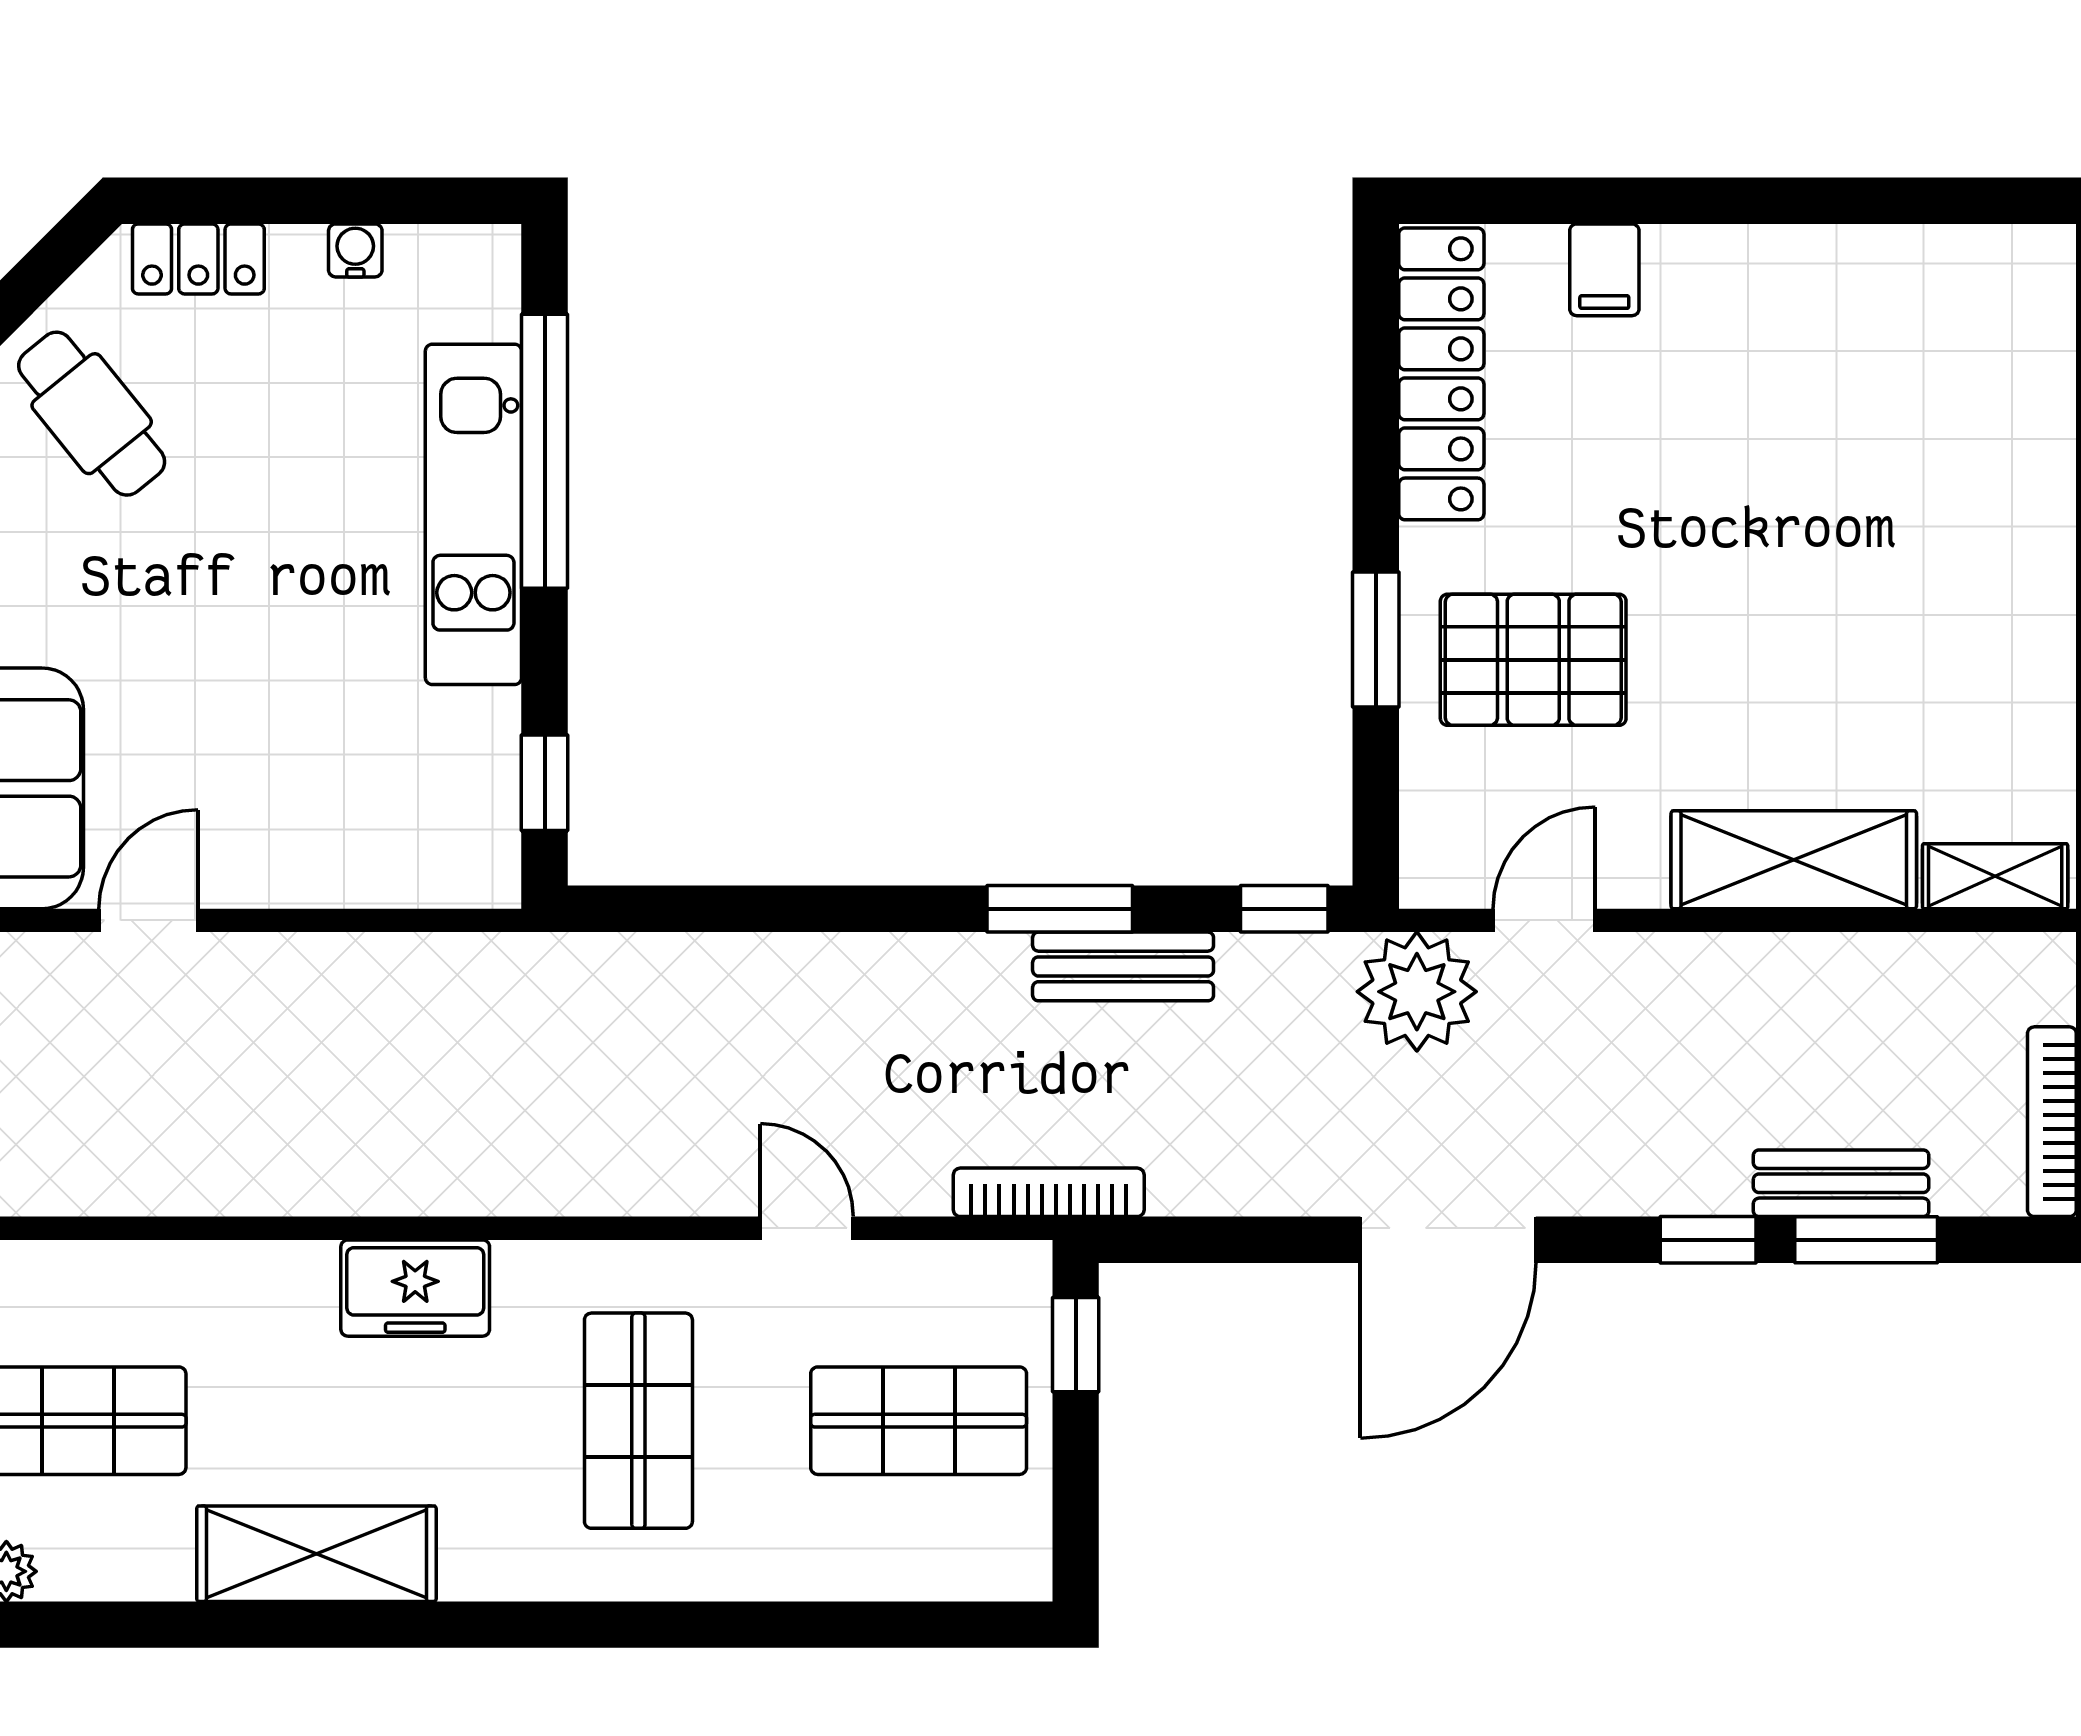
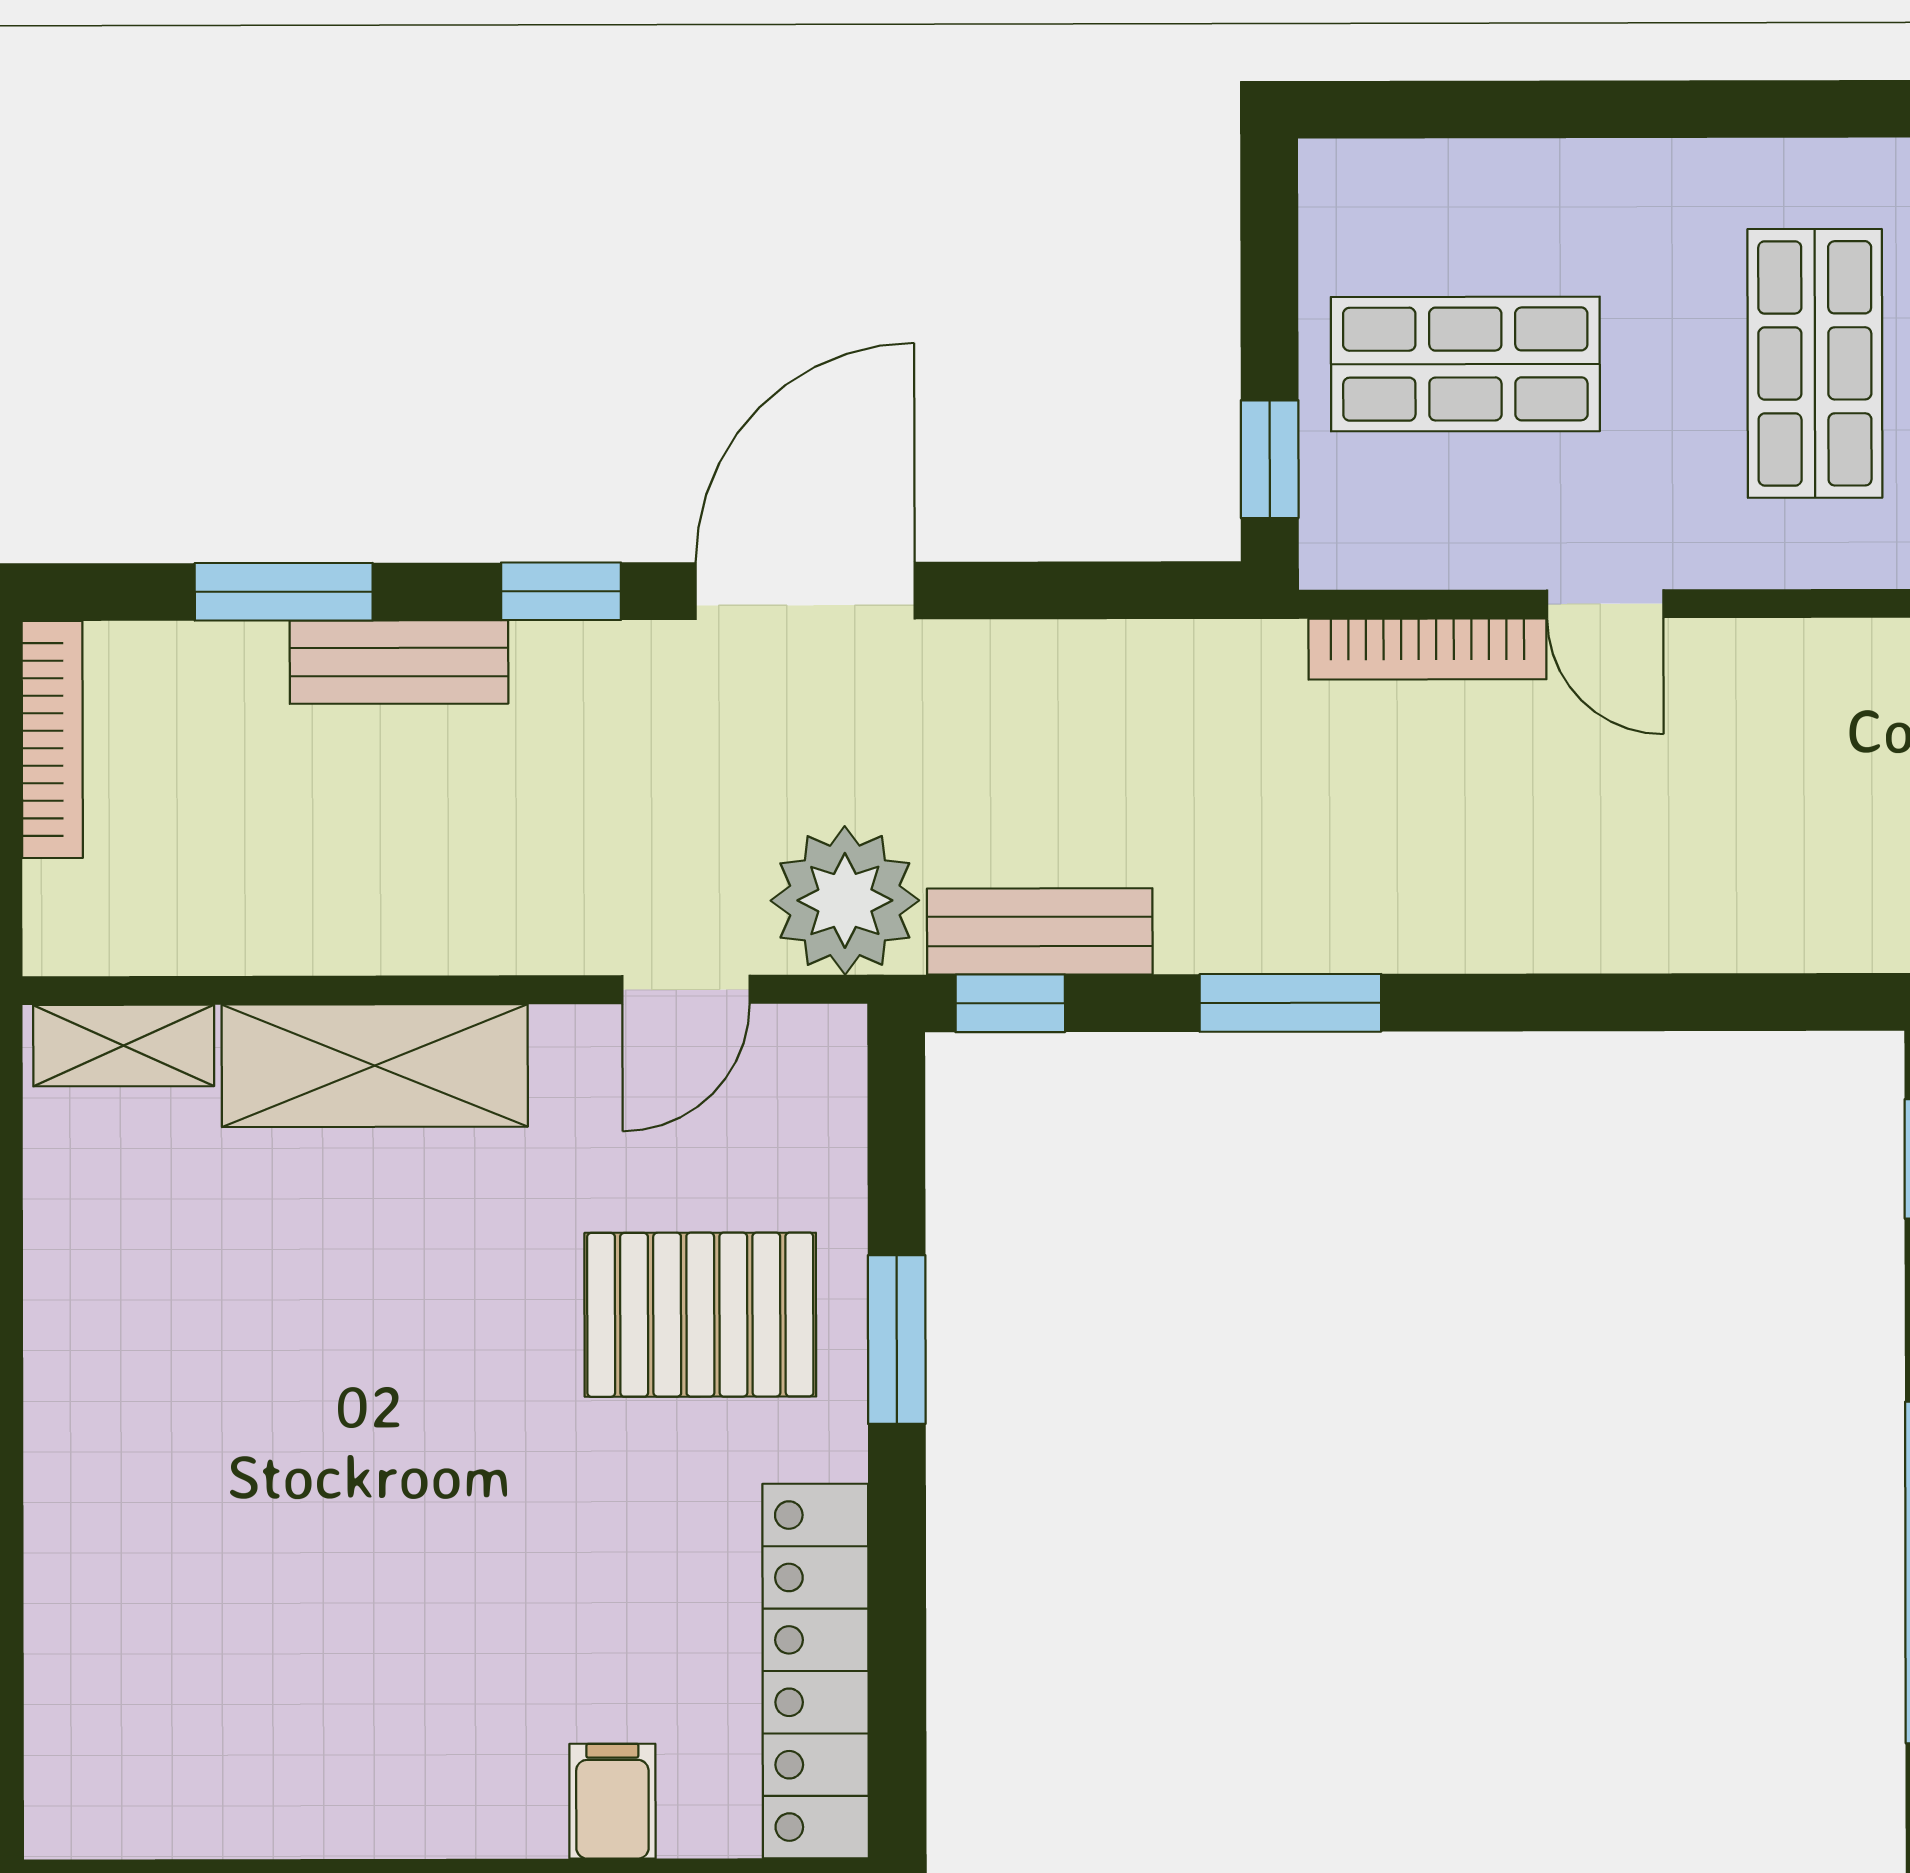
bench: (1123, 966) -> (1040, 931), moved
bench: (1841, 1183) -> (399, 662), moved
bookcase: (1049, 1192) -> (1427, 649), moved
window: (1708, 1240) -> (561, 591), moved

